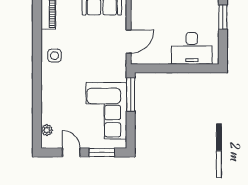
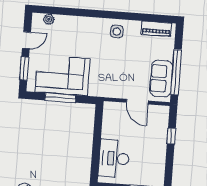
door: (129, 42) -> (137, 102), moved
window: (131, 94) -> (60, 98), moved

